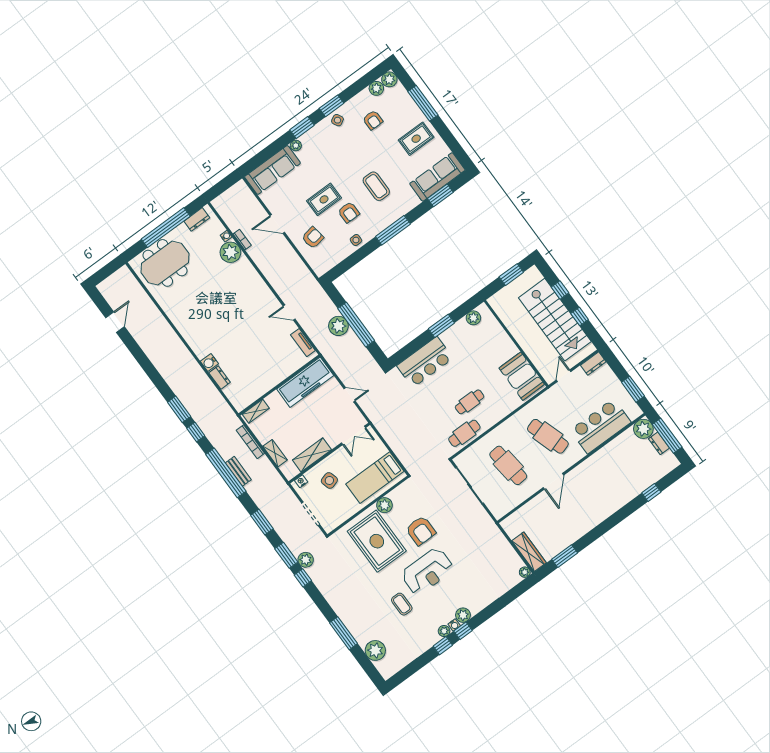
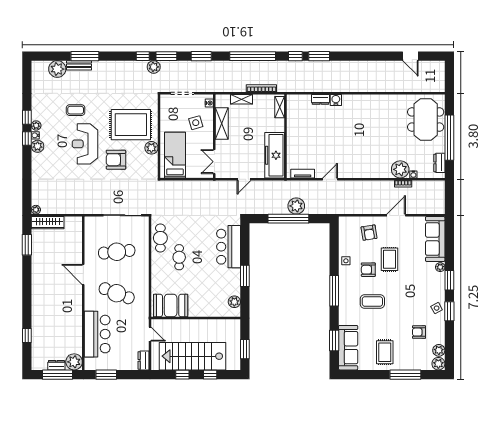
cafe table: (548, 436) -> (117, 293), turned 39
bench: (238, 471) -> (79, 65), moved

